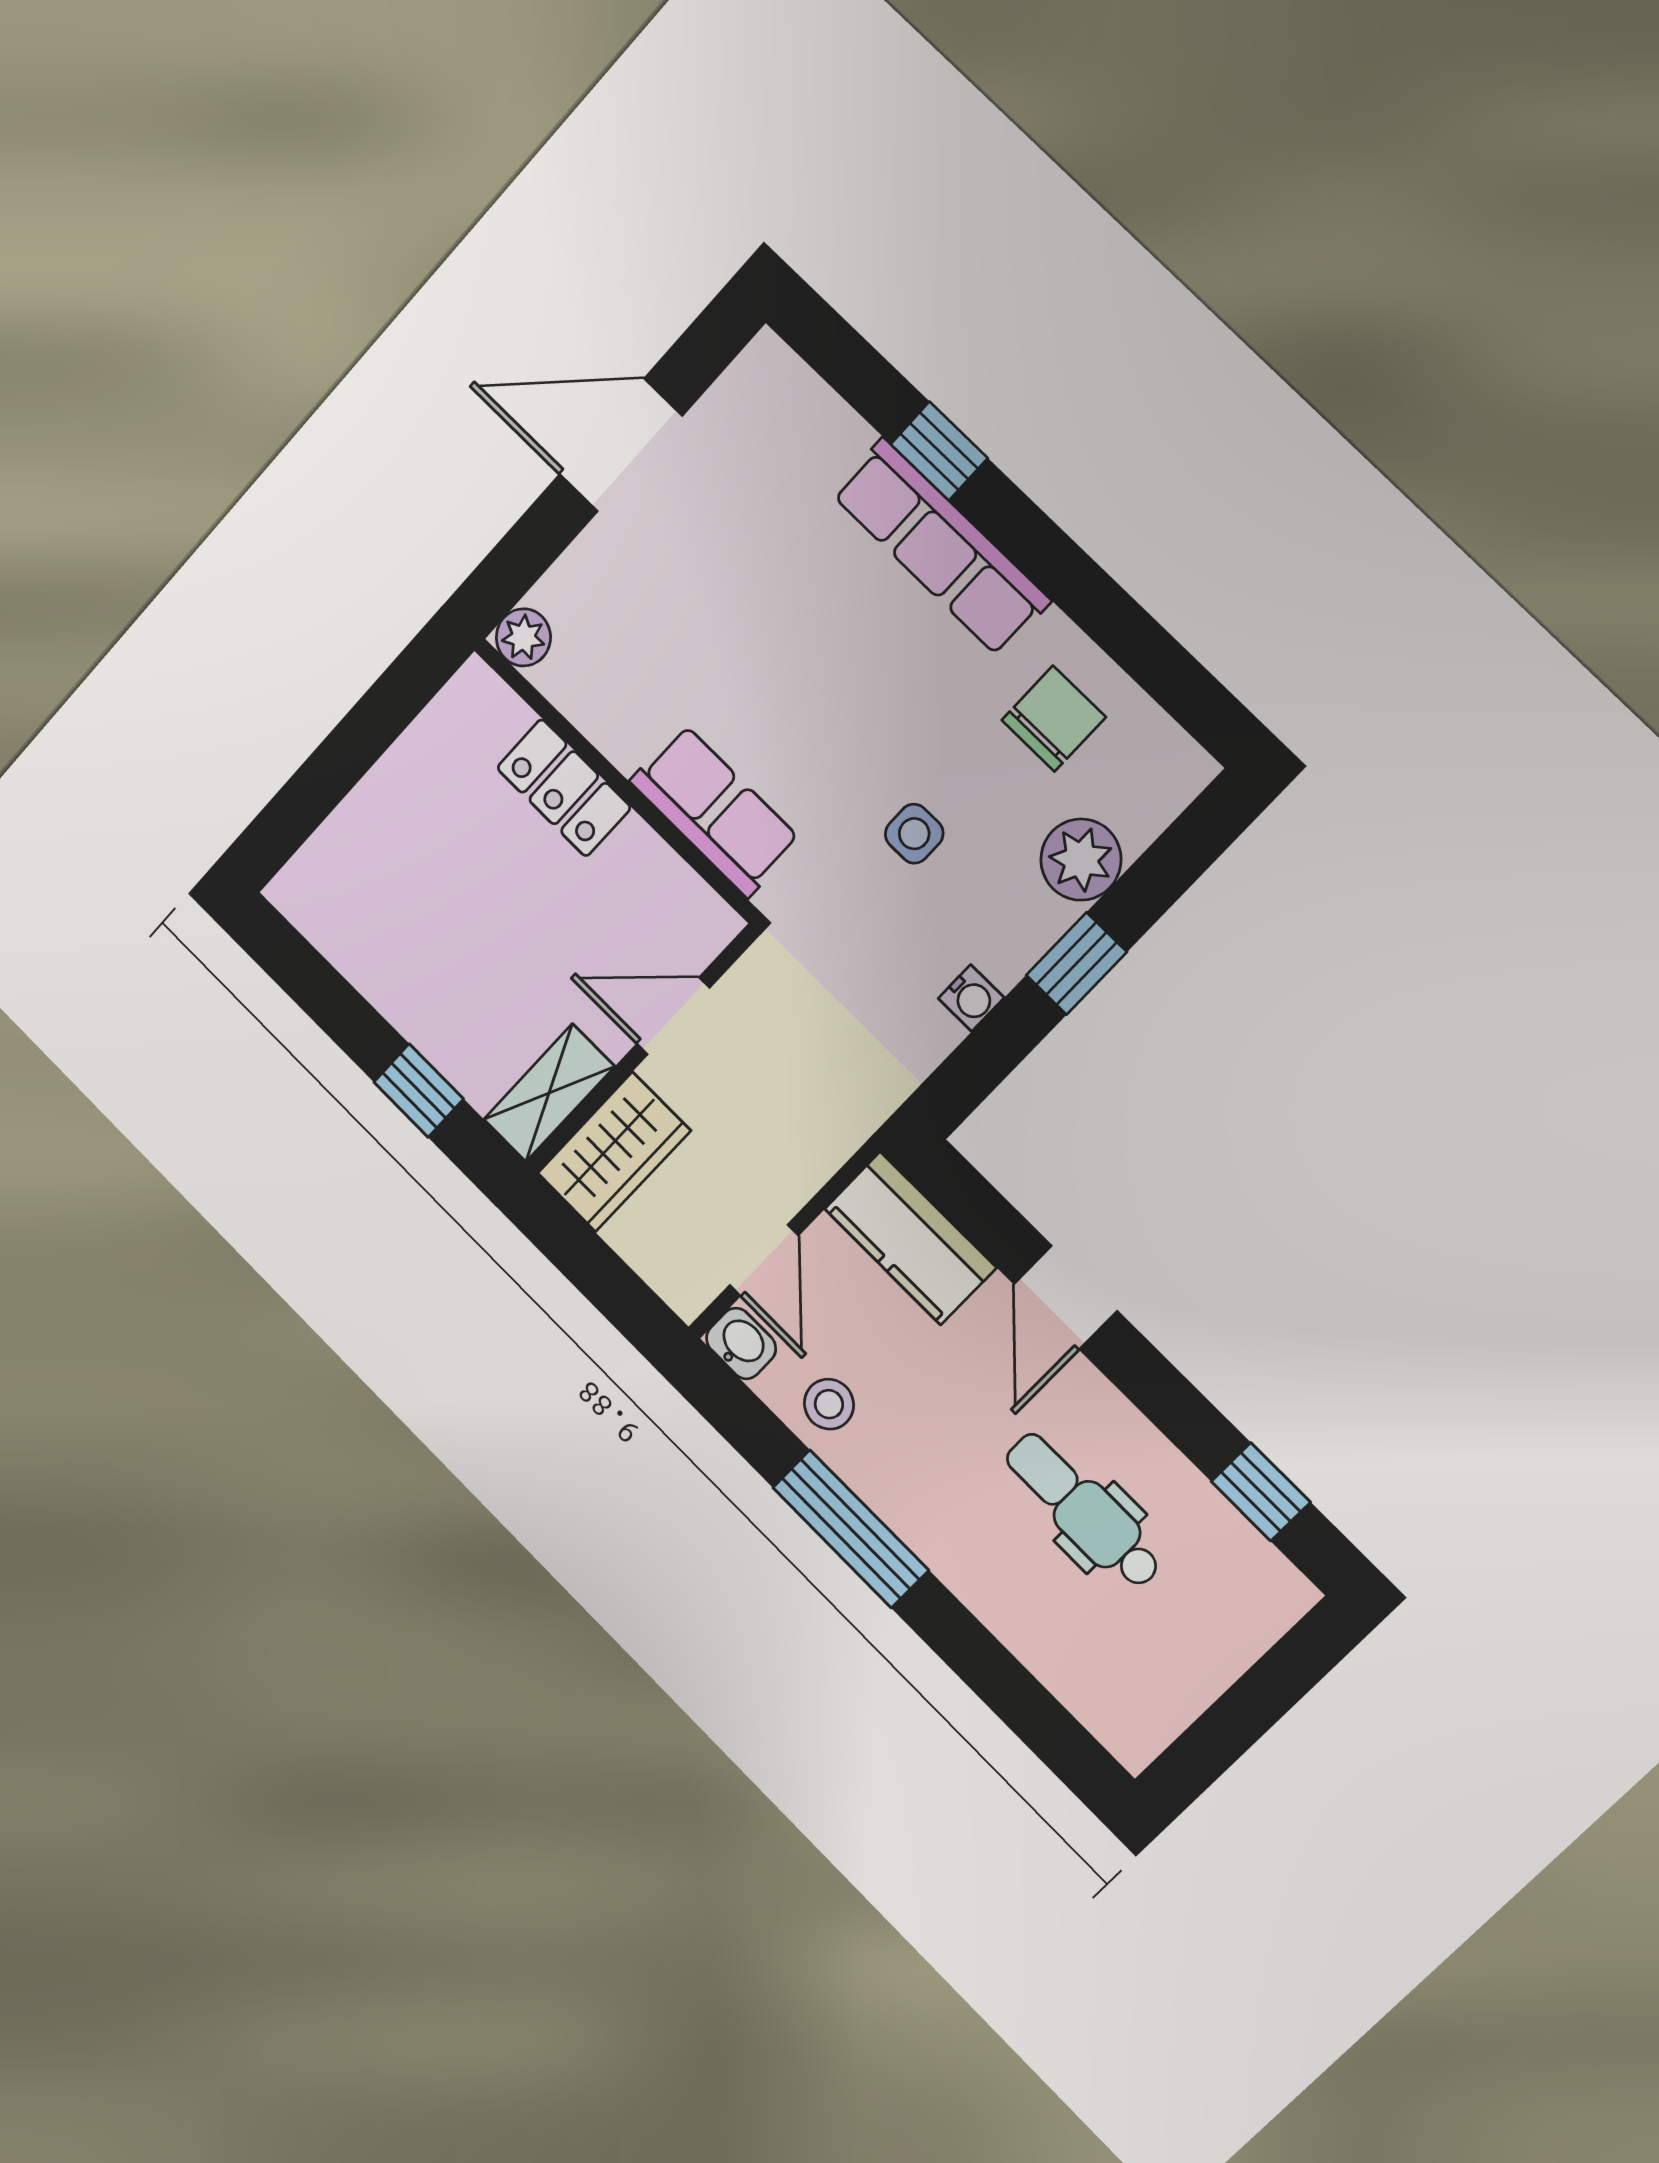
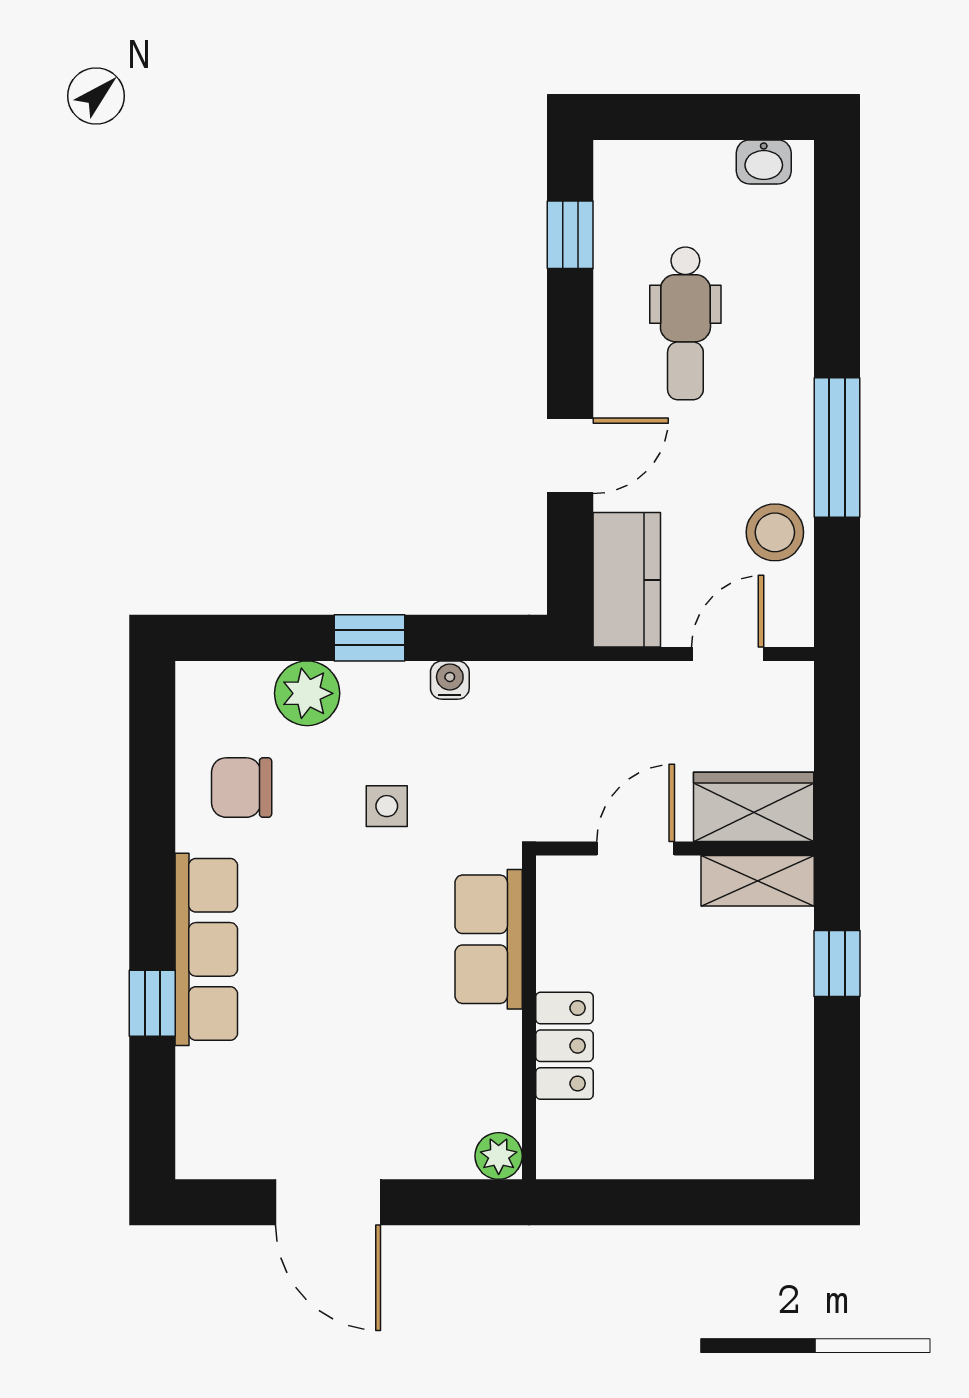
door: (673, 1016) -> (636, 849), swing flipped
washbasin: (741, 1343) -> (764, 162), moved, turned -90
stool: (829, 1404) -> (775, 532), width x1.37, depth x1.37

